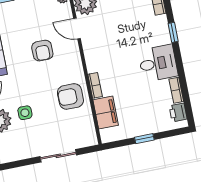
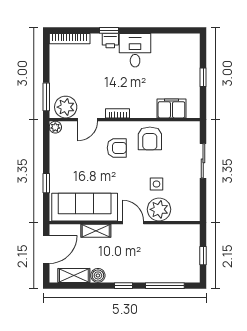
armchair: (42, 51) -> (117, 148), moved
bookcase: (95, 85) -> (118, 113), moved
bookcase: (176, 90) -> (164, 38), removed
printer: (178, 112) -> (110, 41), moved

